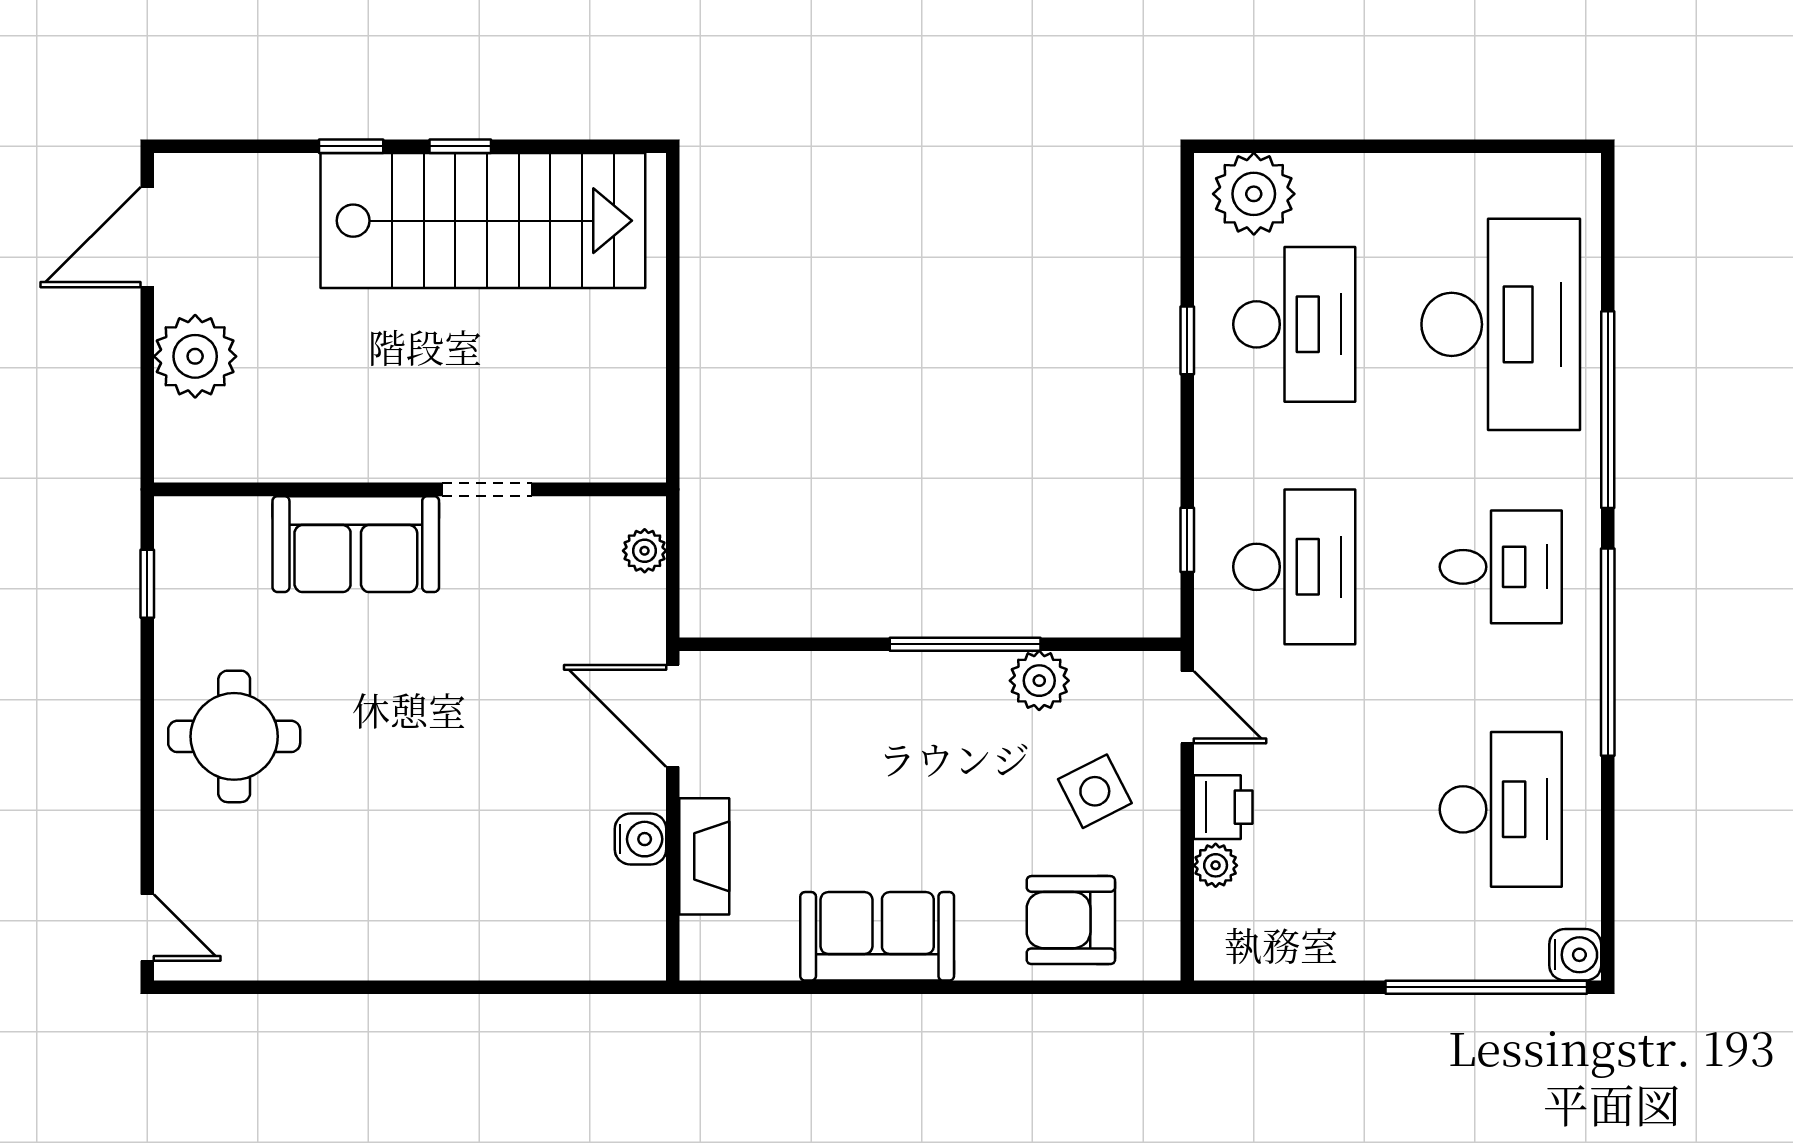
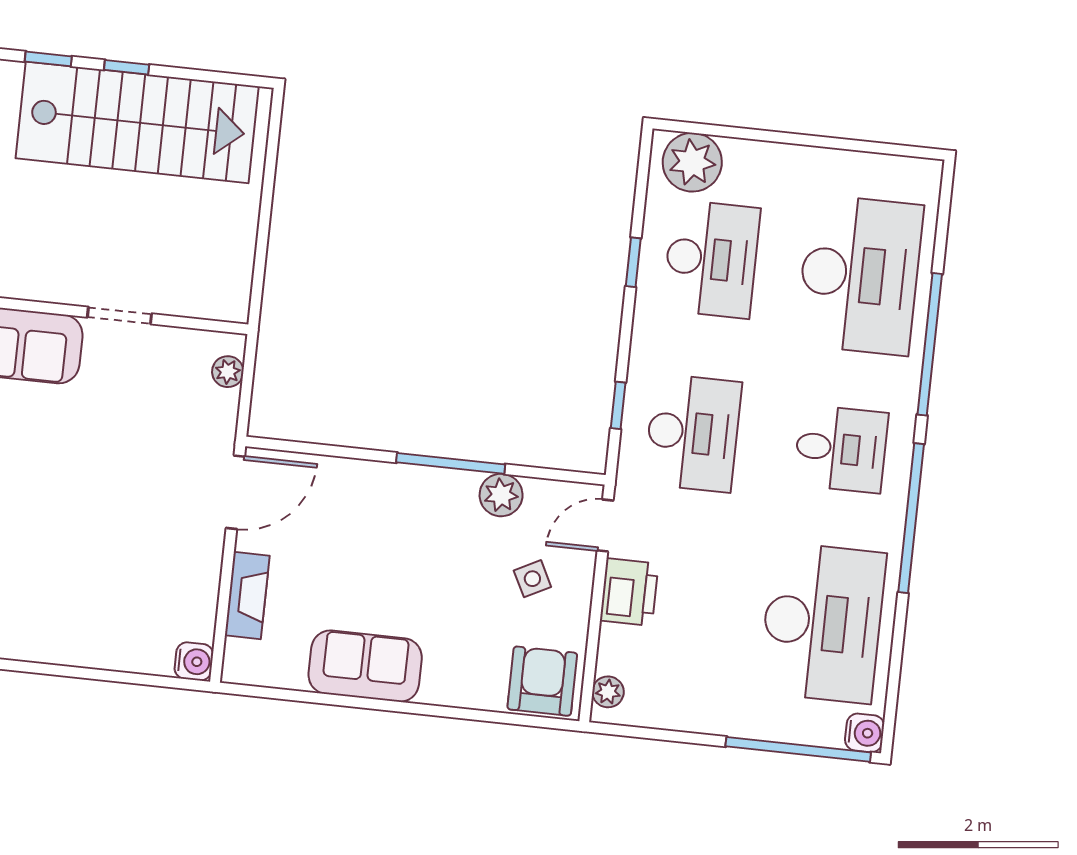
door: (1187, 707) -> (605, 526), swing flipped
door: (673, 716) -> (235, 492), swing flipped
side table: (1095, 791) -> (532, 579), width x0.73, depth x0.73
printer: (1223, 807) -> (629, 592), width x1.36, depth x1.24
desk: (1501, 809) -> (822, 623), width x1.36, depth x1.30
water cooler: (641, 839) -> (194, 661), moved
plant: (1216, 865) -> (608, 692), moved
armchair: (1071, 920) -> (542, 681), moved, turned 90

